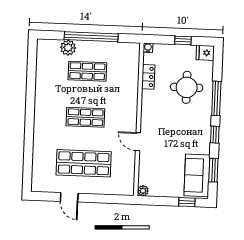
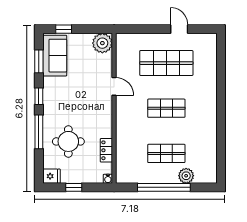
plant: (143, 191) -> (102, 43), width x1.88, depth x1.88

